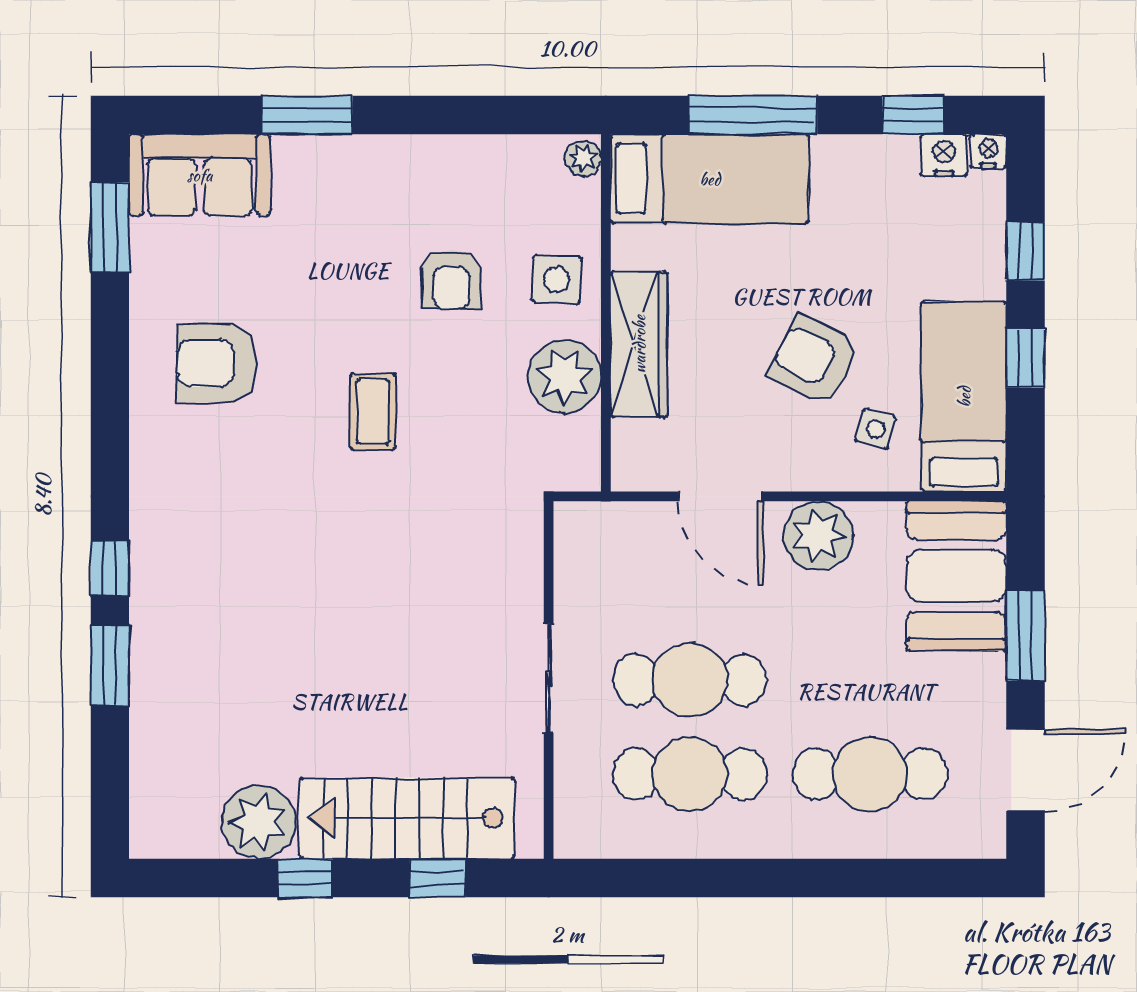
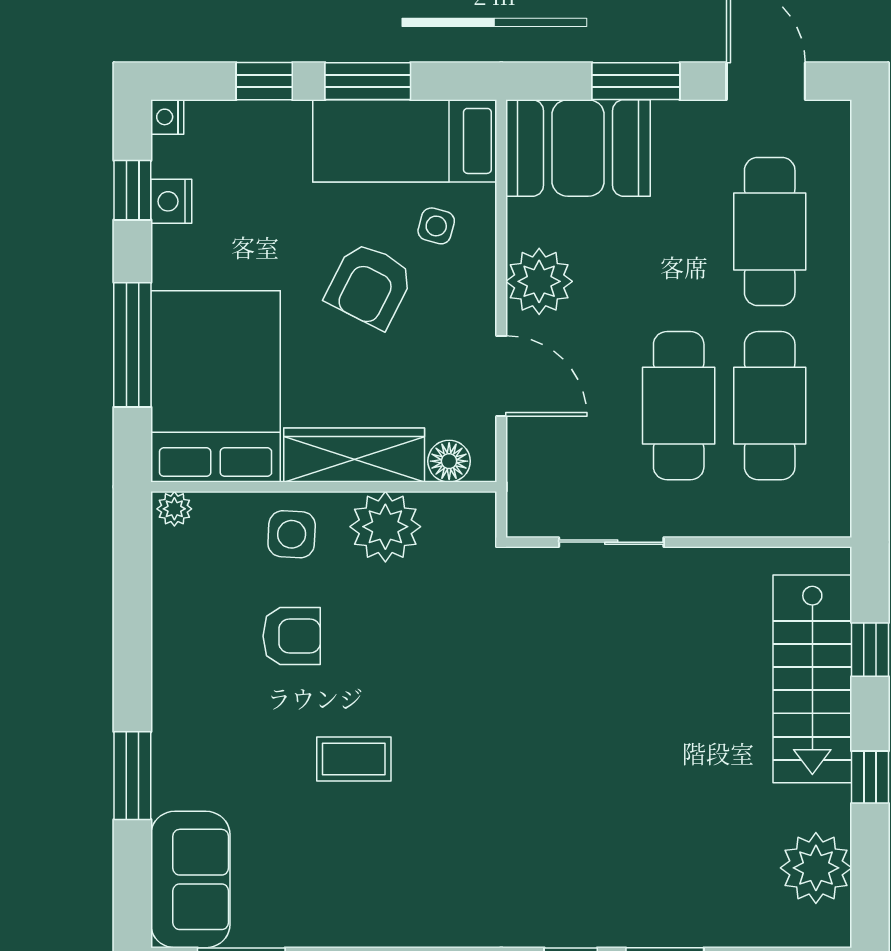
nightstand: (944, 155) -> (171, 201), moved
bed: (710, 179) -> (216, 386), width x1.50
window: (1025, 358) -> (368, 81), width x1.50
armchair: (216, 363) -> (373, 863), removed
coffee table: (373, 412) -> (354, 759), moved
floor lamp: (632, 442) -> (449, 461), added
door: (720, 496) -> (501, 376), hinge flipped
sliding door: (549, 678) -> (611, 542), moved
plant: (259, 822) -> (816, 868), moved

